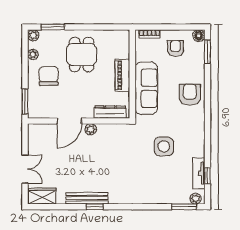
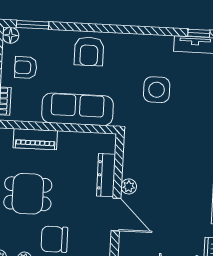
piano: (122, 75) -> (35, 139), moved
armchair: (190, 95) -> (89, 51), turned -90
dresser: (110, 112) -> (106, 175), moved

